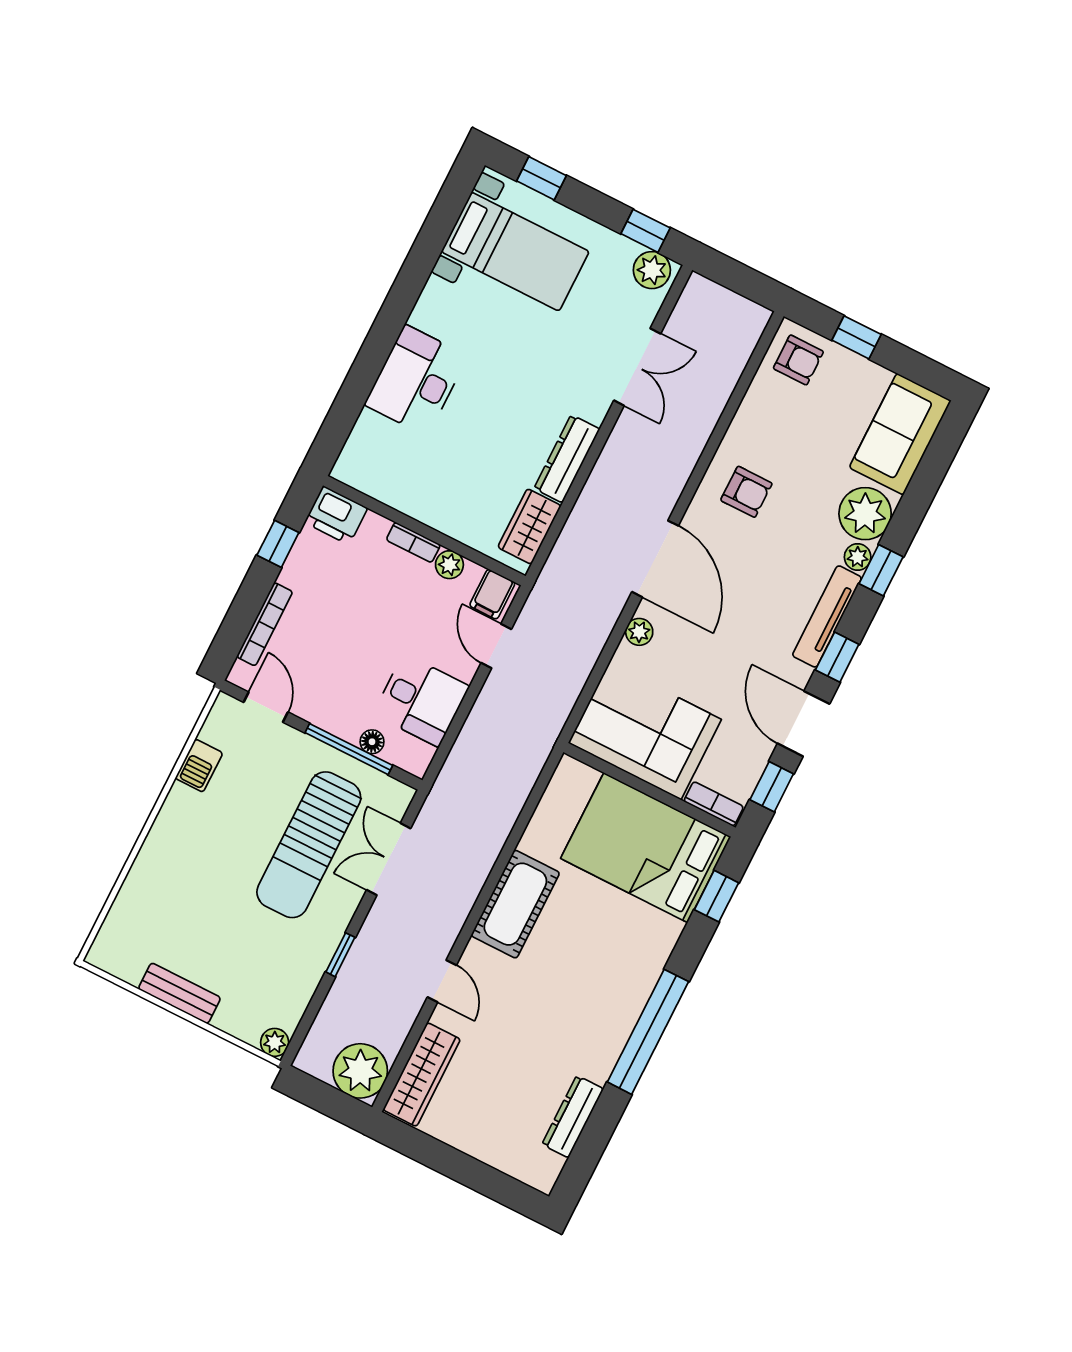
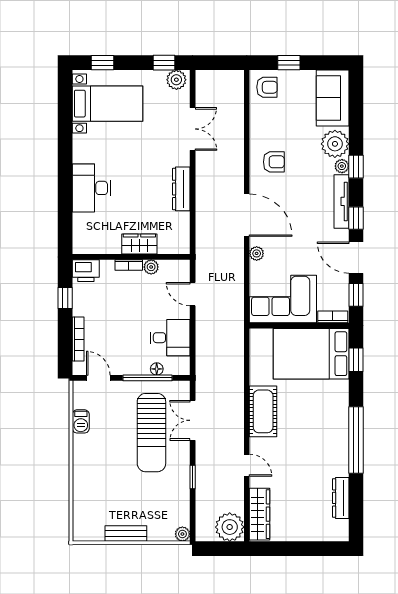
wardrobe: (529, 526) -> (139, 244), moved, turned 90
filing cabinet: (492, 594) -> (178, 271), removed

